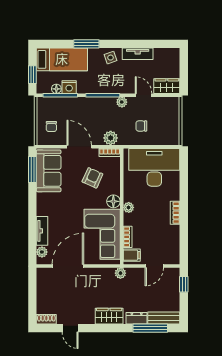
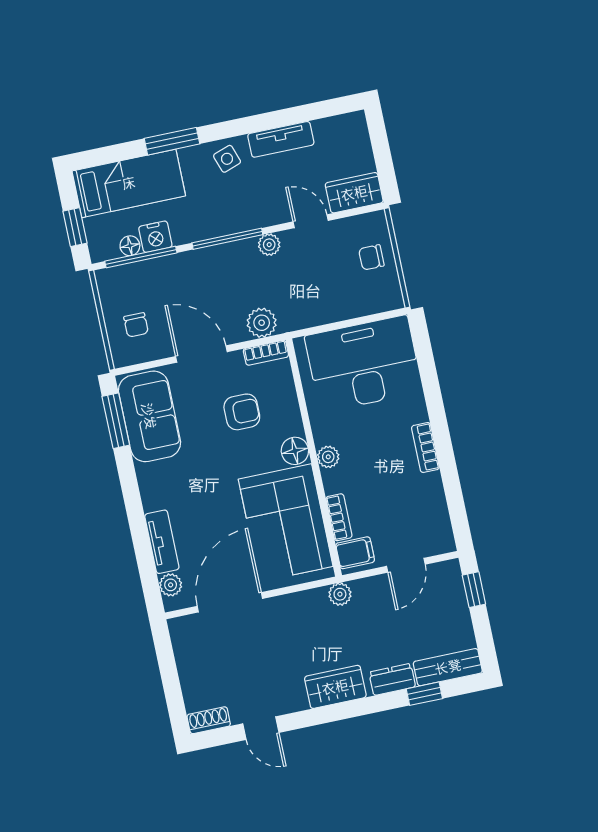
chair: (141, 126) -> (371, 257), moved
armchair: (92, 178) -> (242, 412), turned 66
window: (150, 328) -> (424, 694), width x0.46

